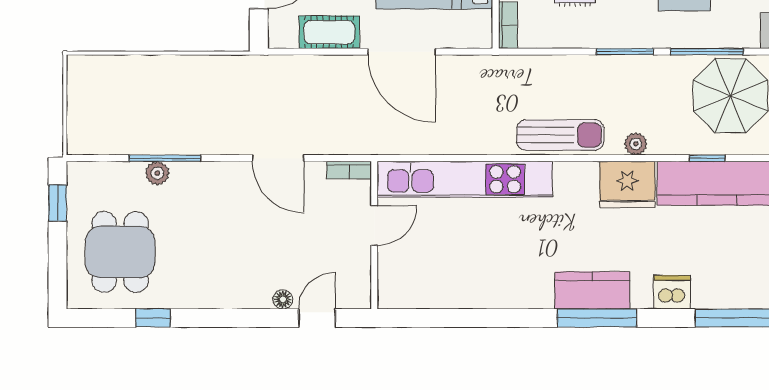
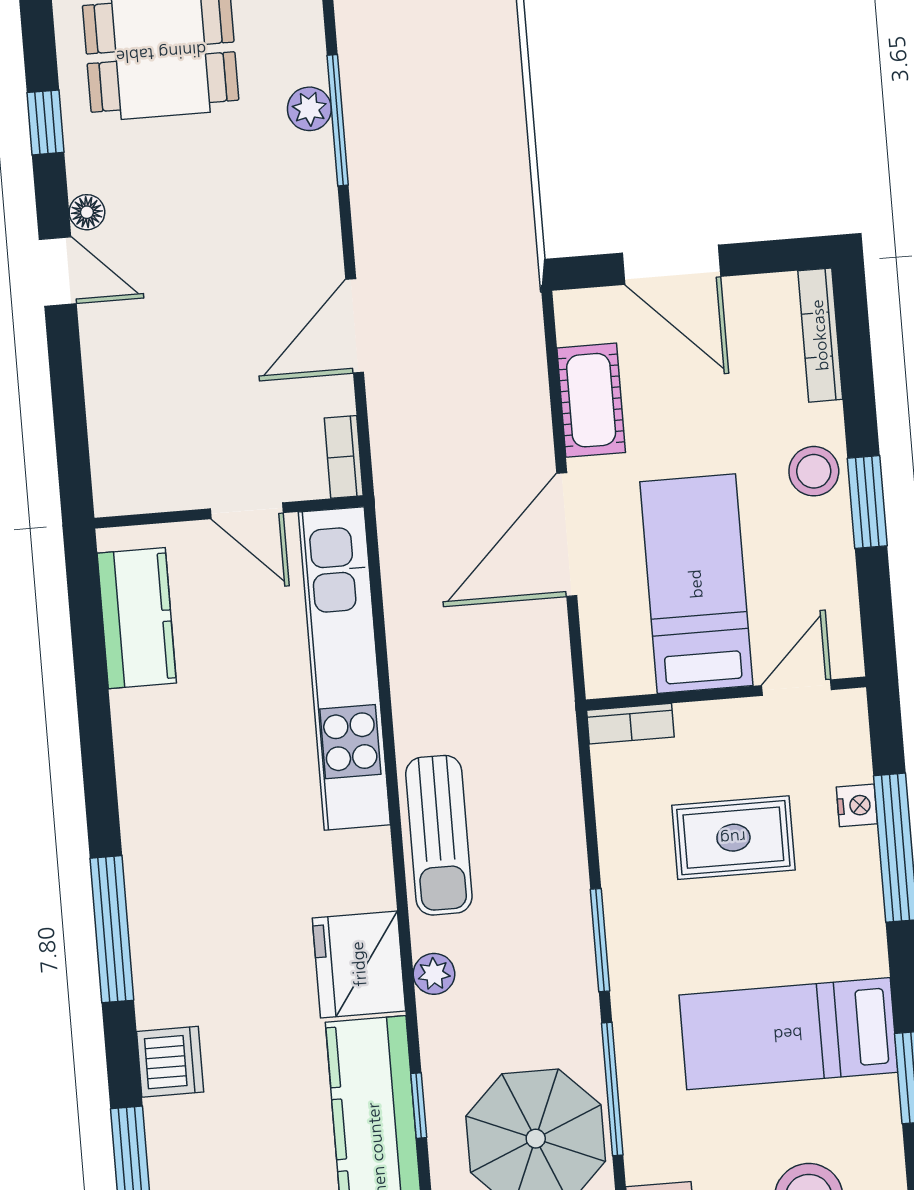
kitchen counter: (592, 290) -> (137, 618), moved
floor lamp: (283, 299) -> (87, 212), moved
door: (317, 318) -> (58, 272), moved

